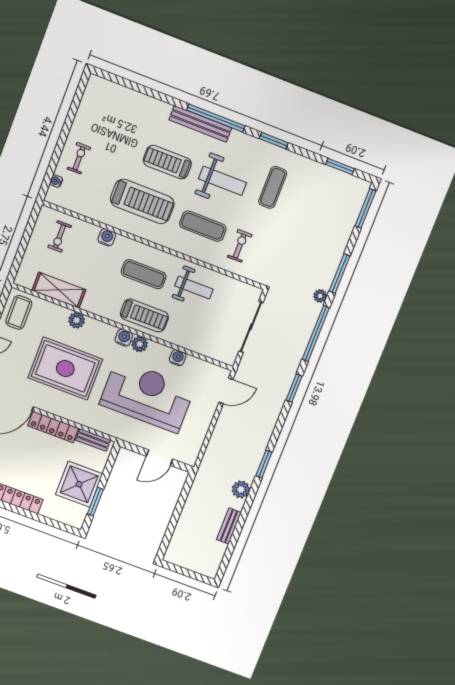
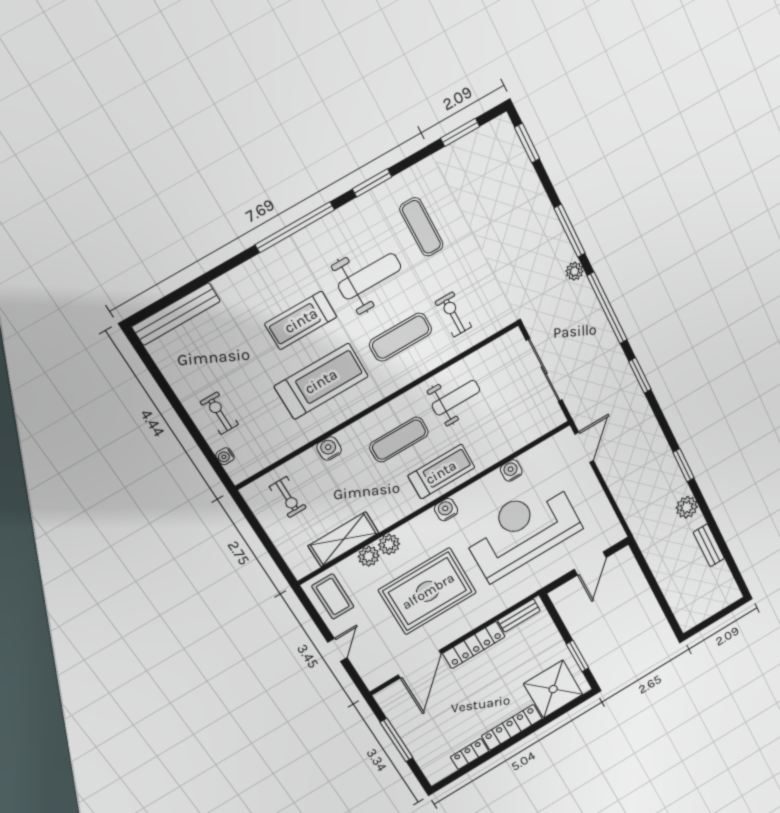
bench: (200, 124) -> (176, 314), moved
window: (365, 208) -> (527, 143), width x0.69
plant: (140, 344) -> (369, 556), moved
shower: (79, 484) -> (553, 689), moved

